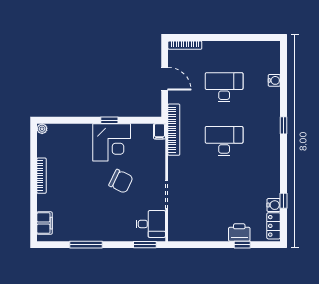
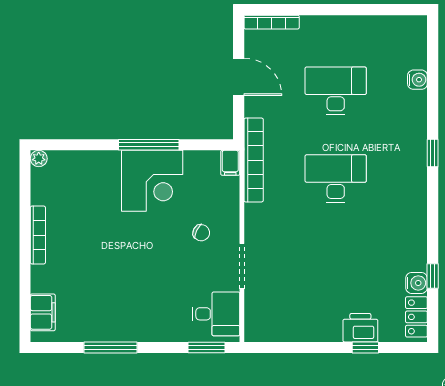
window: (109, 120) -> (149, 145), width x2.17
chair: (121, 181) -> (201, 233), moved, width x0.54, depth x0.54

